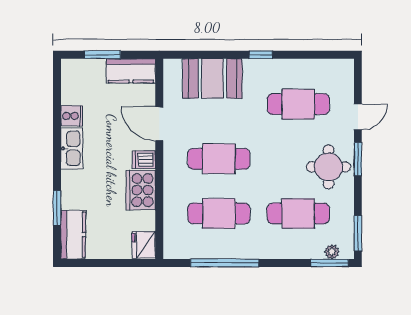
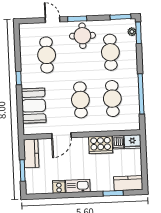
dishwasher: (144, 160) -> (118, 142), moved

